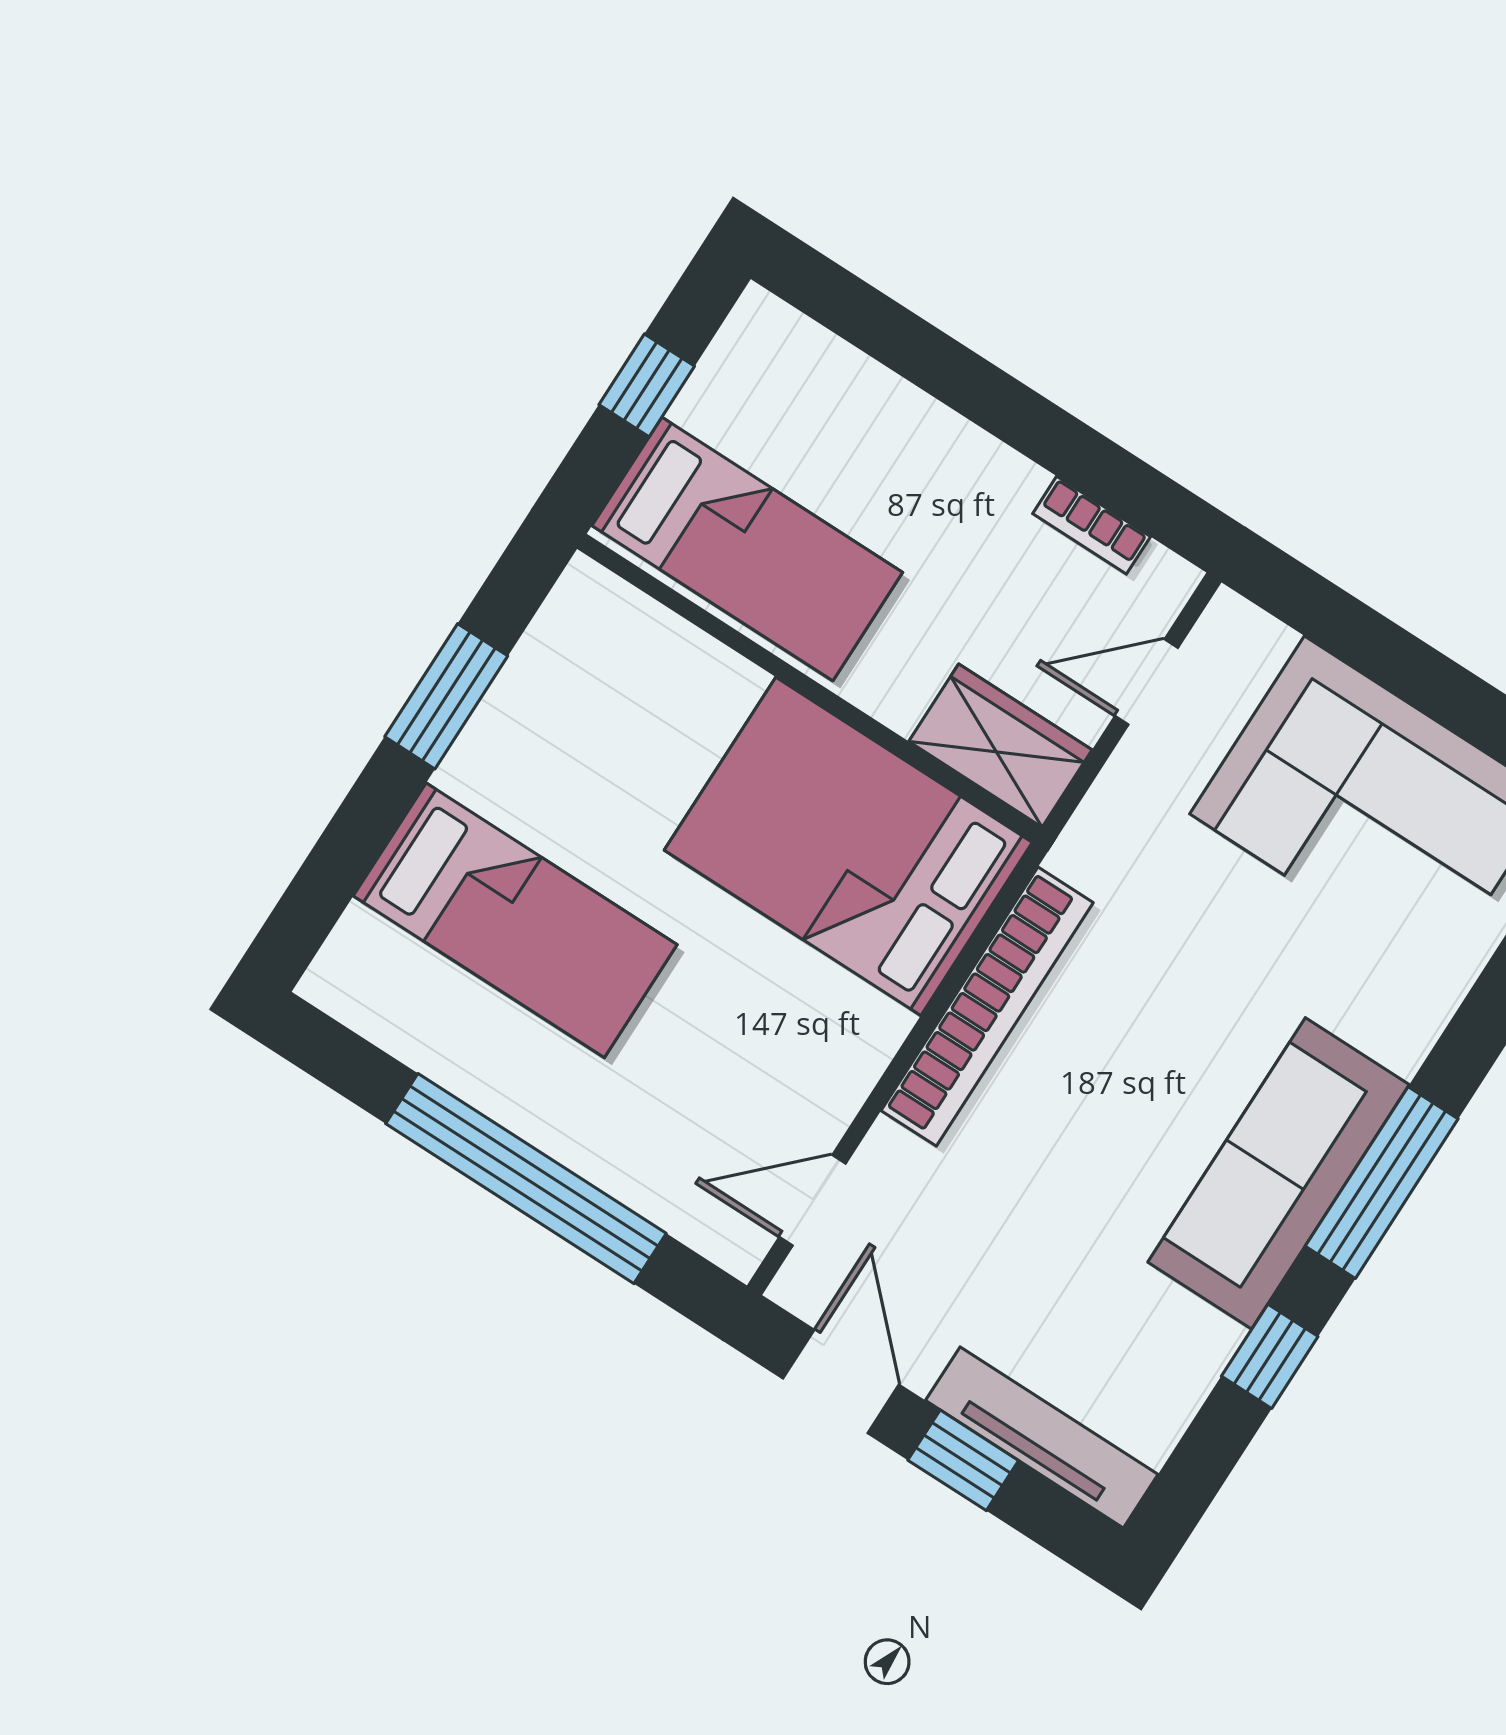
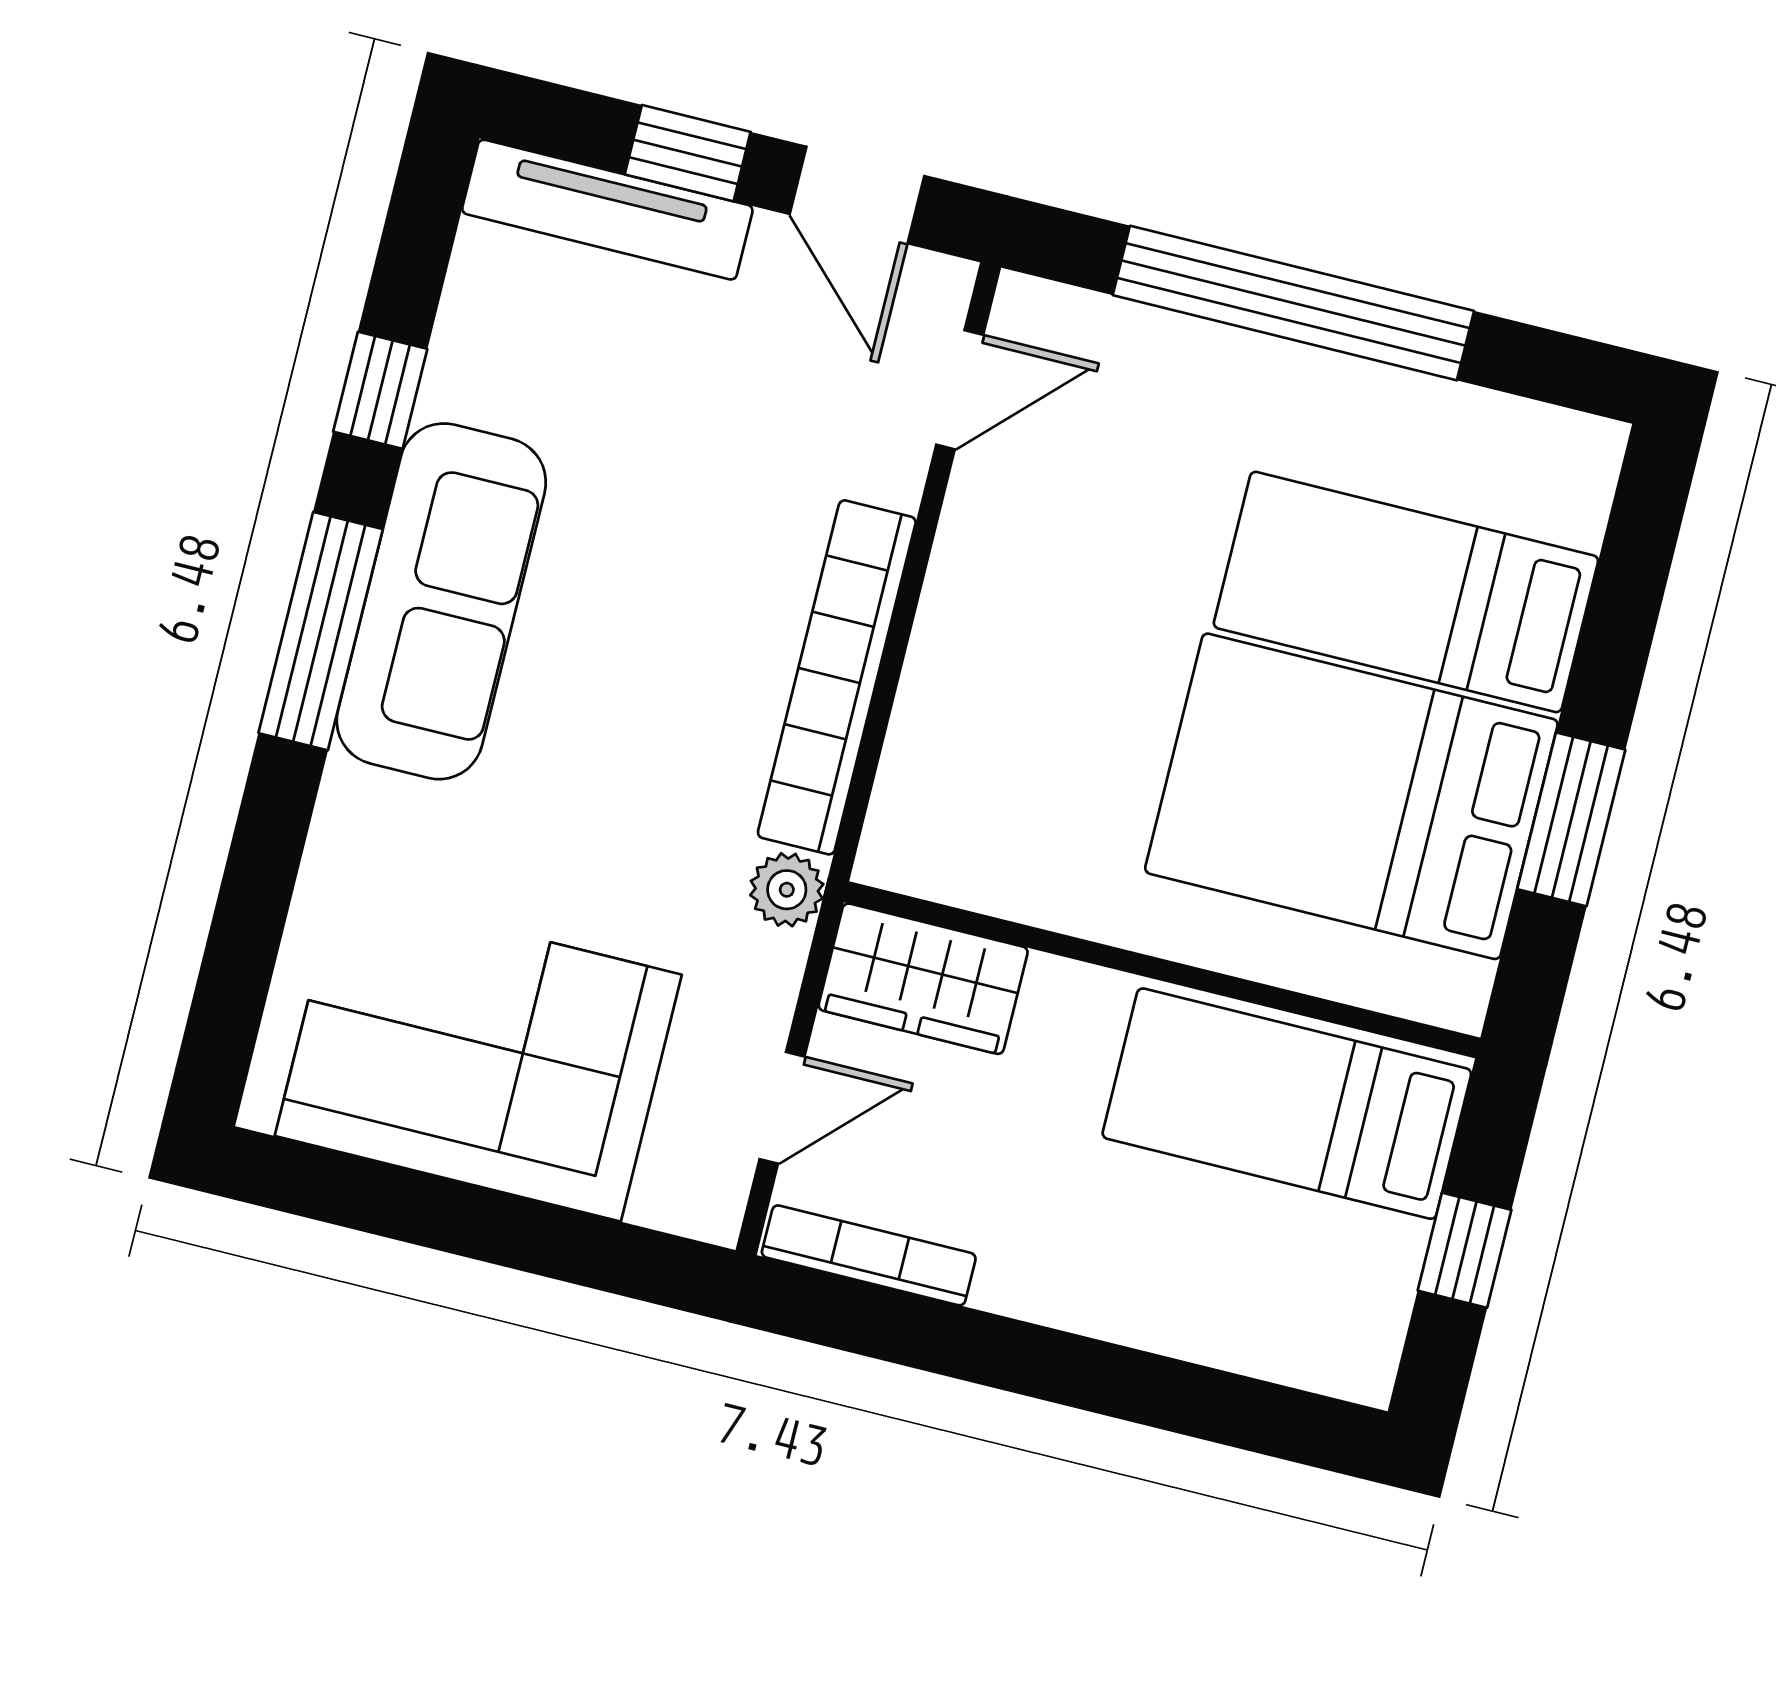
bookcase: (1092, 525) -> (869, 1255), width x1.56
bed: (848, 846) -> (1351, 796), moved, turned 180
plant: (1084, 853) -> (787, 890), added

